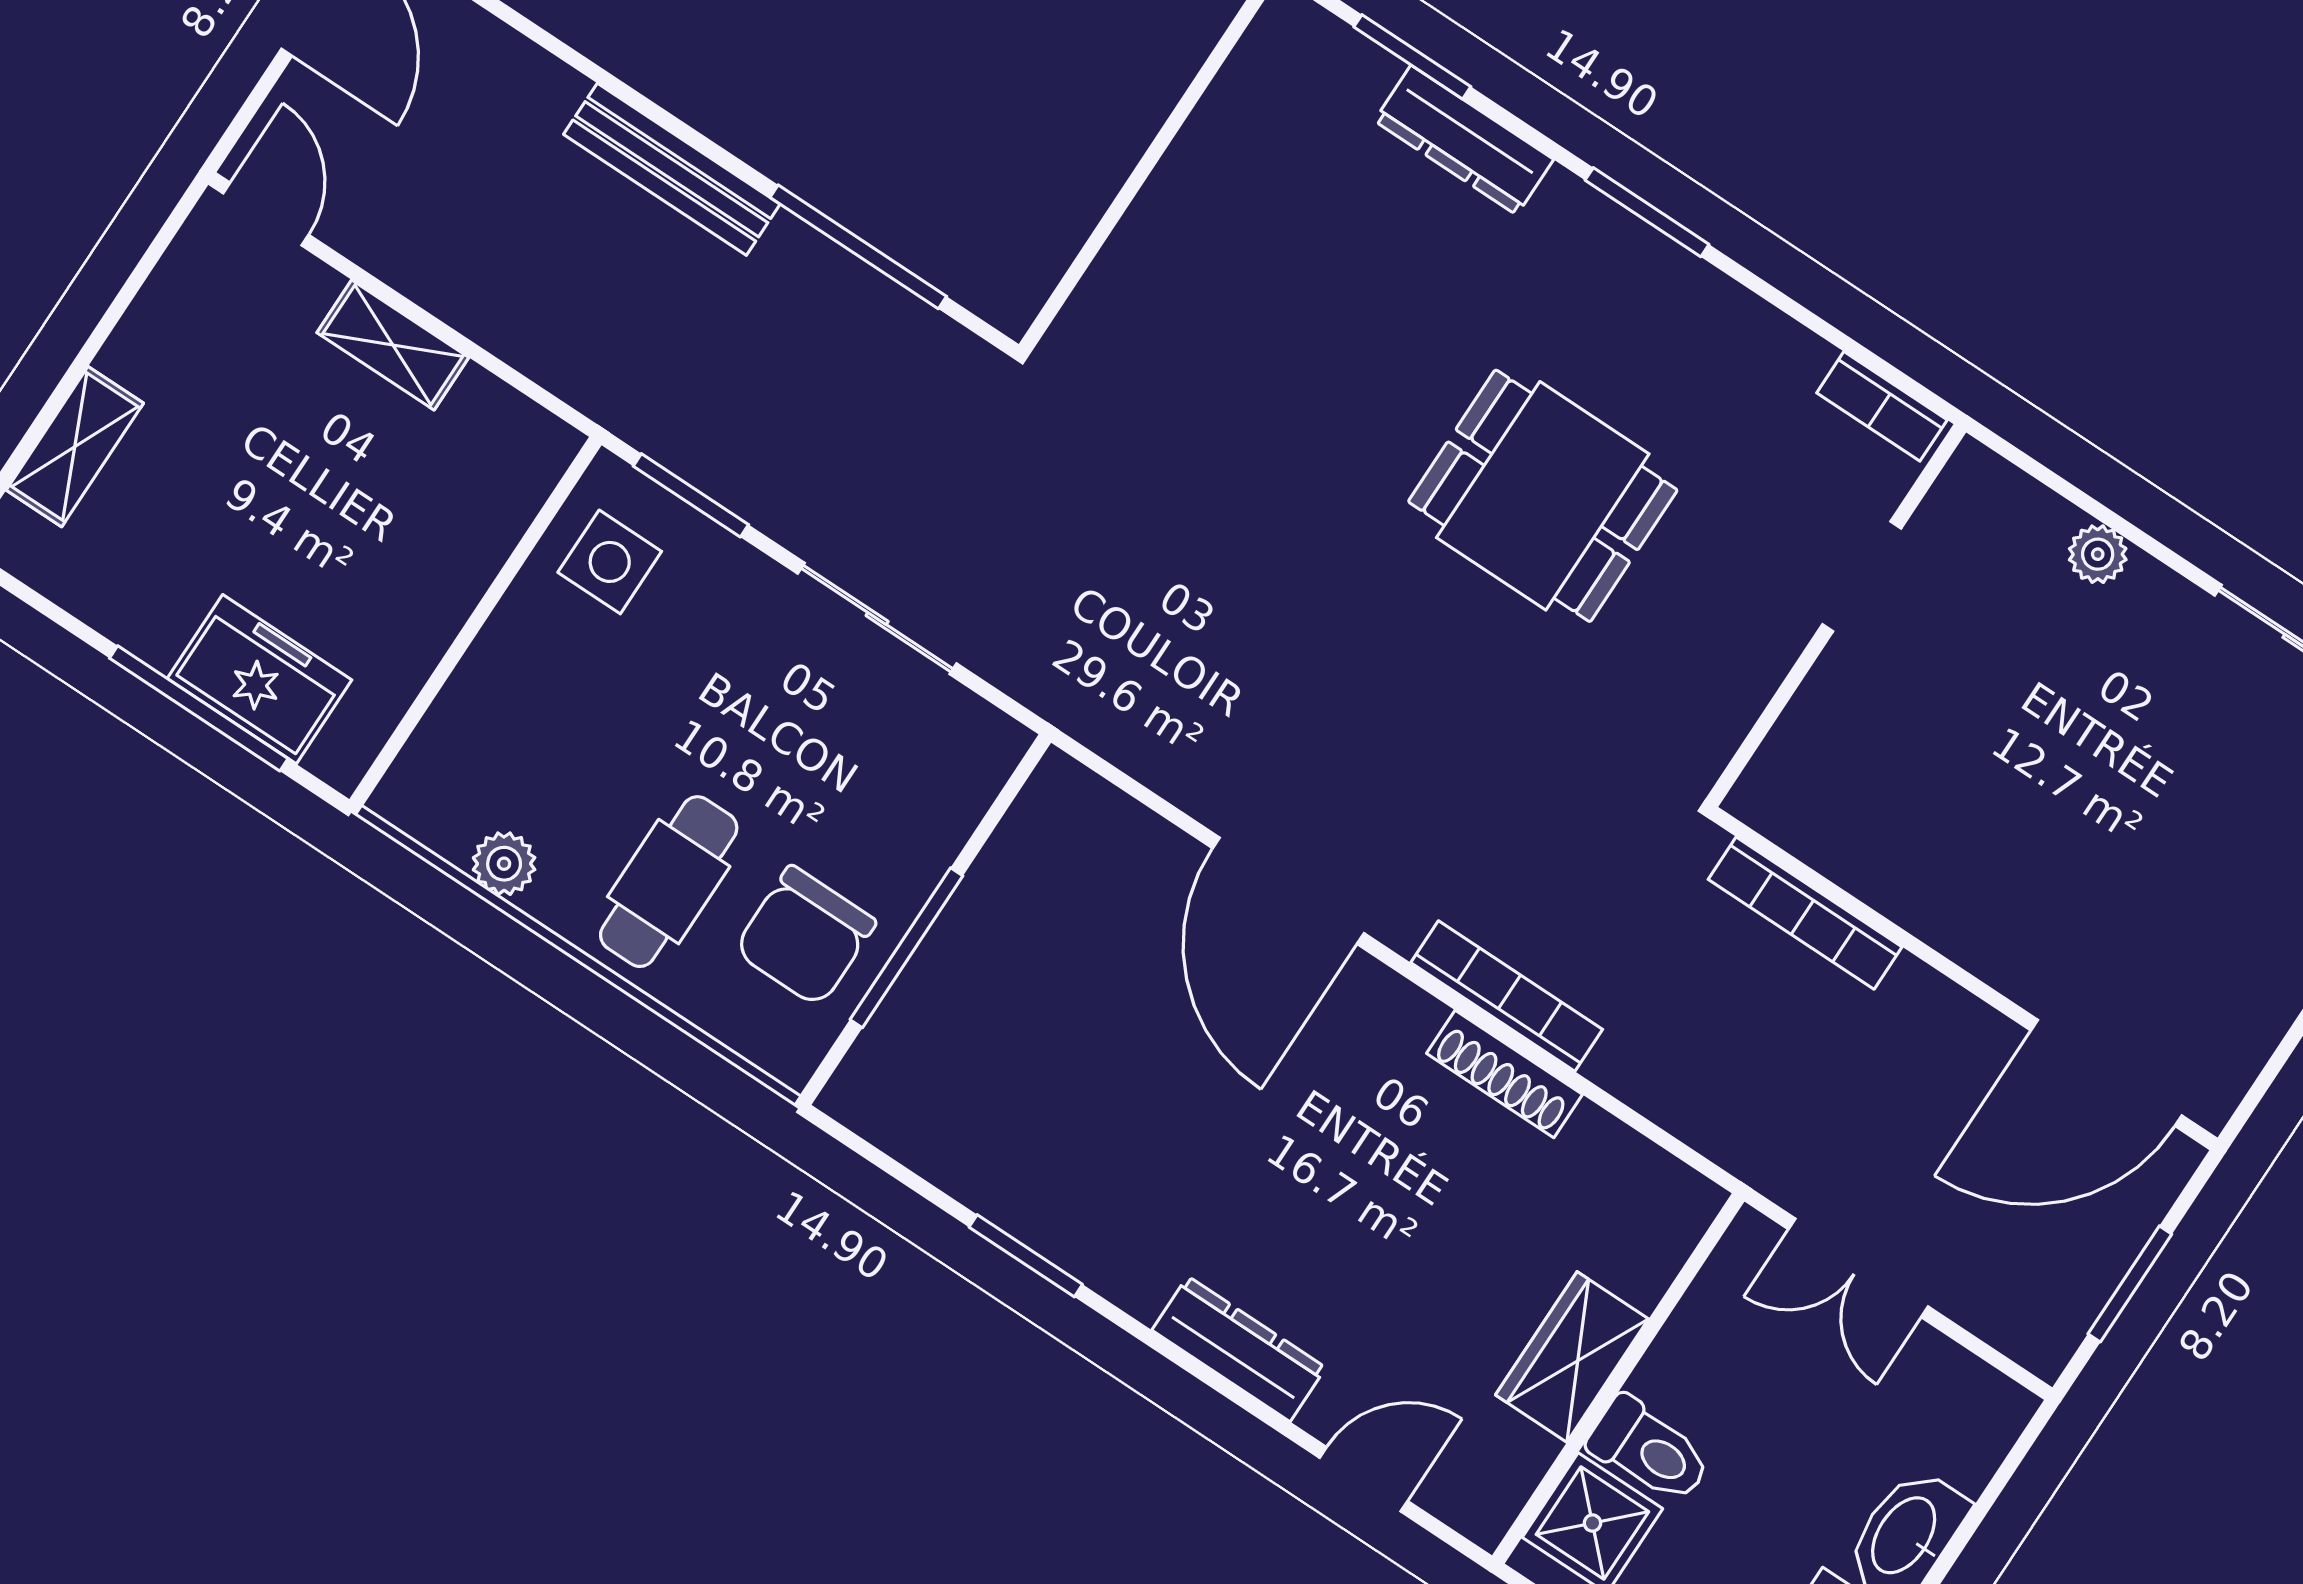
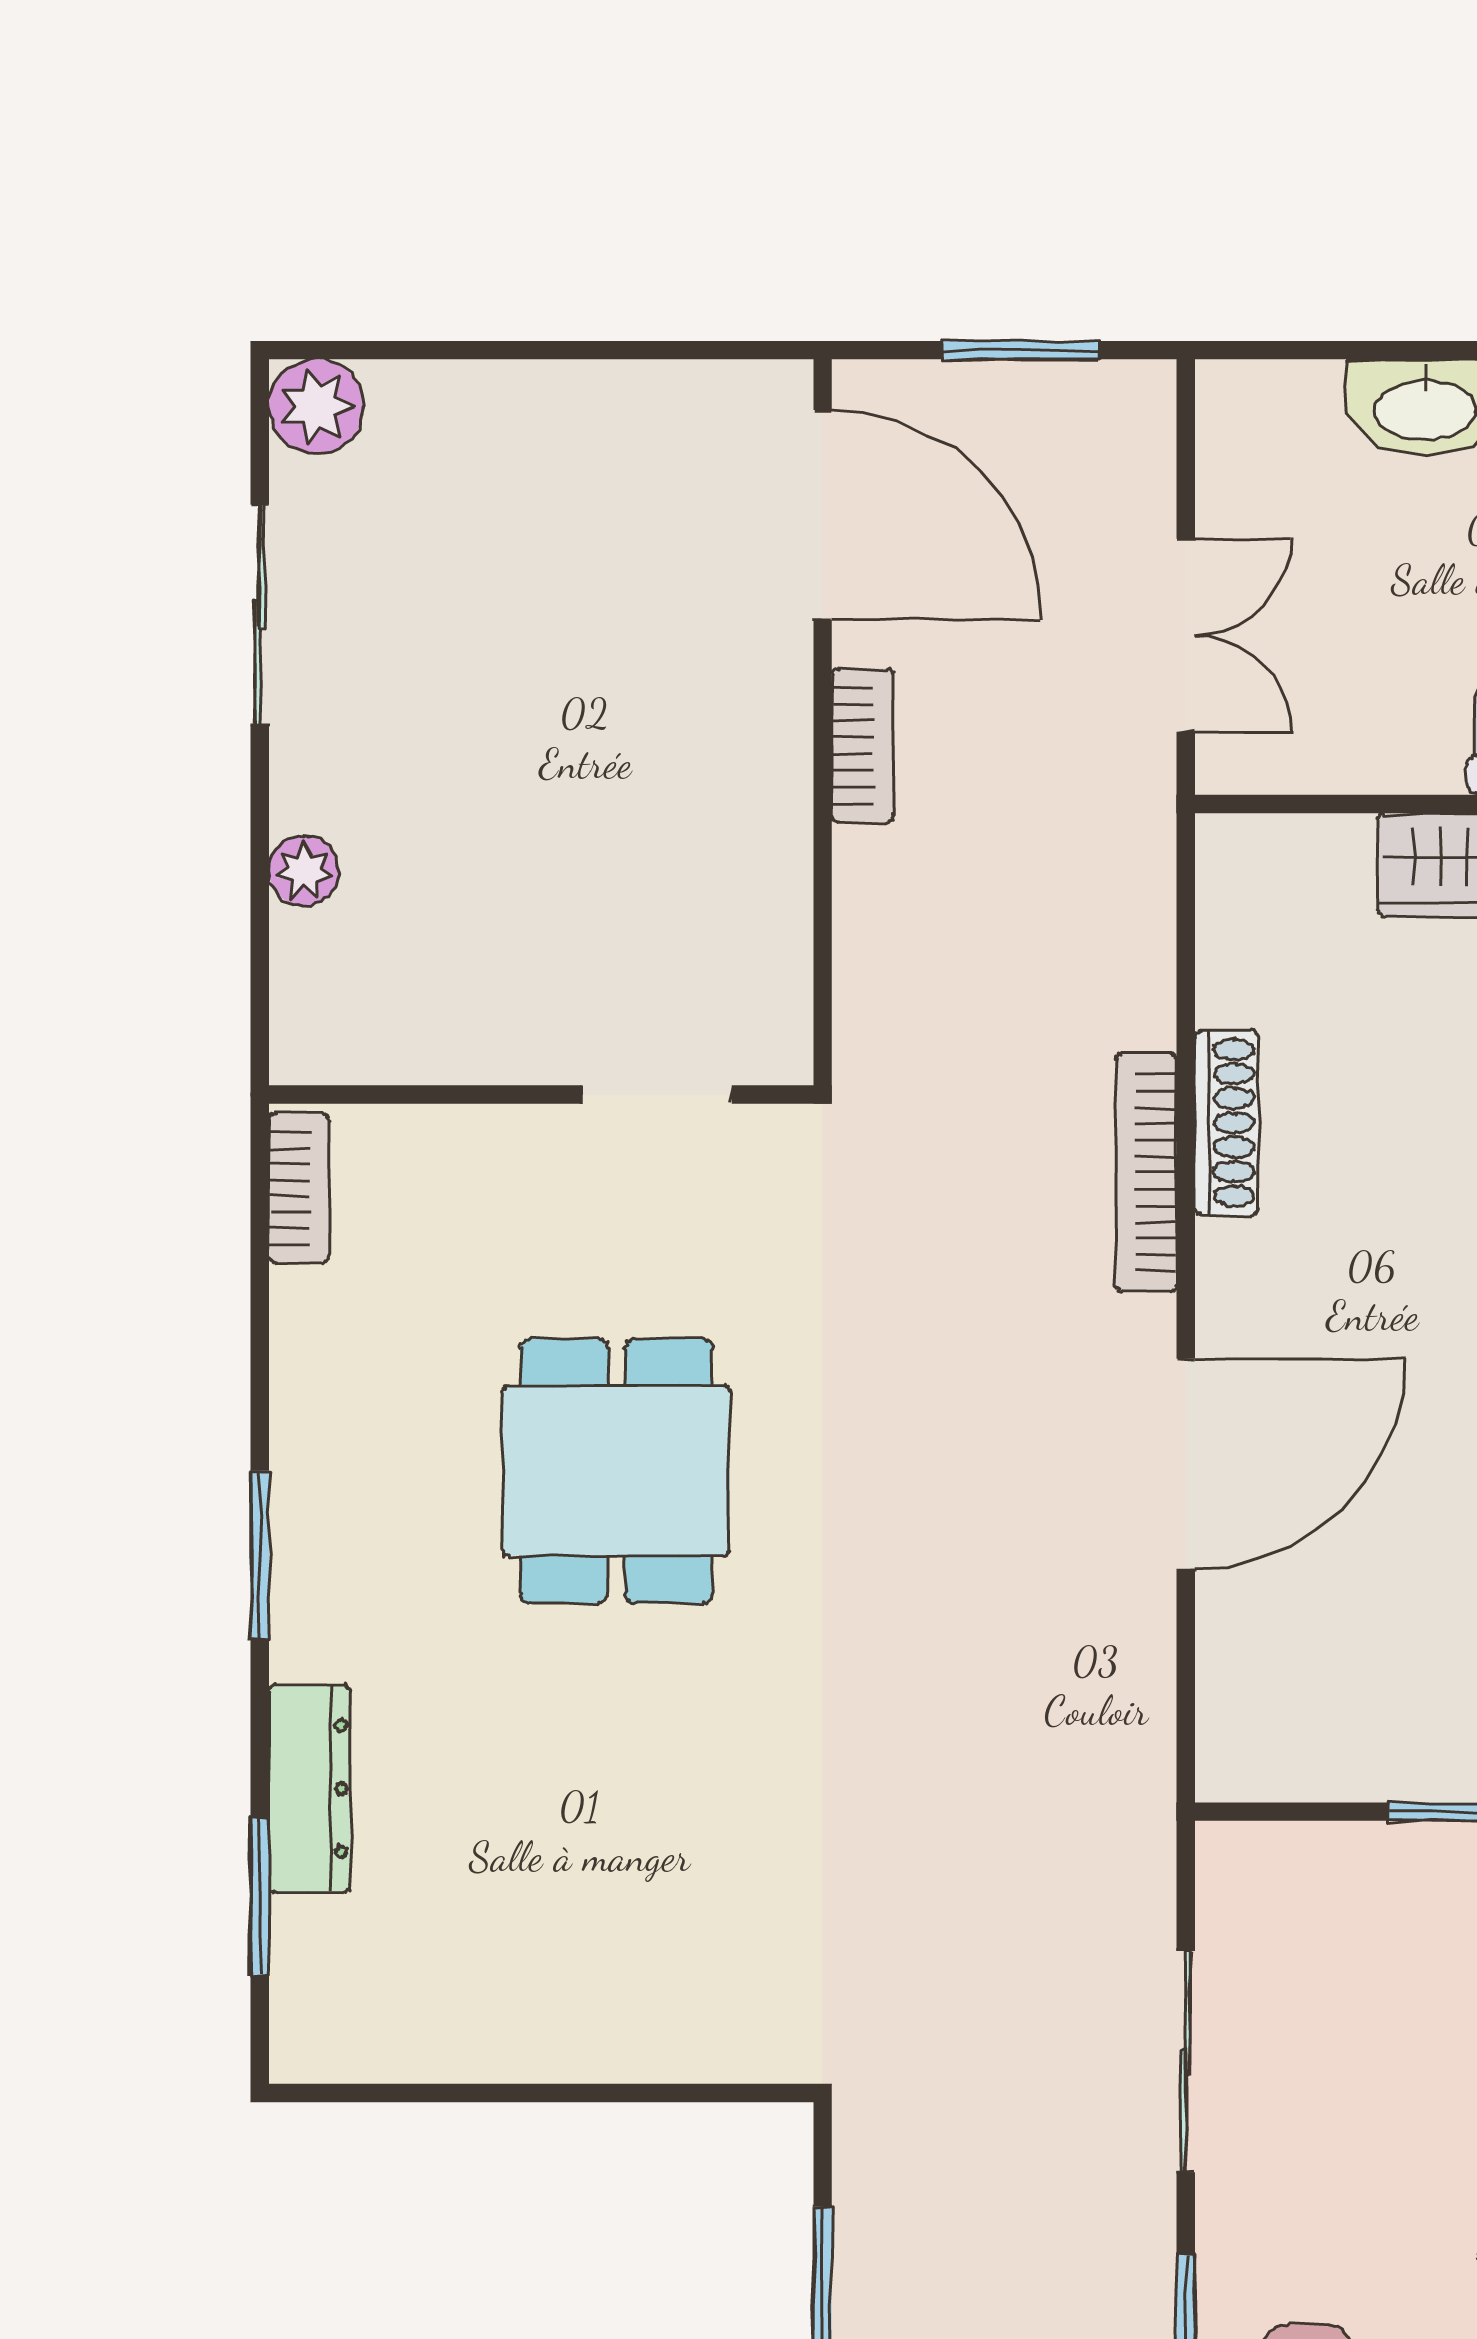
doorway: (1862, 576) -> (657, 1095), moved
bookcase: (1805, 913) -> (863, 746), moved, width x0.64

